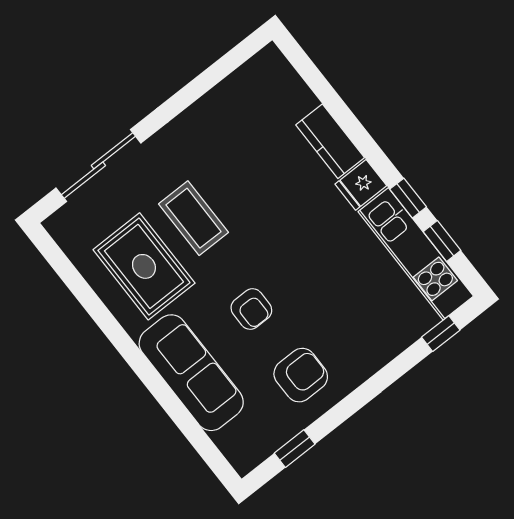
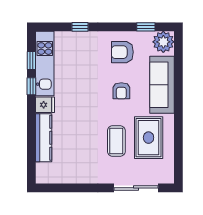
kitchen counter: (330, 141) -> (44, 138), width x1.50
armchair: (251, 309) -> (121, 91), turned 180
window: (441, 334) -> (80, 27), moved
plant: (245, 447) -> (163, 42), added

